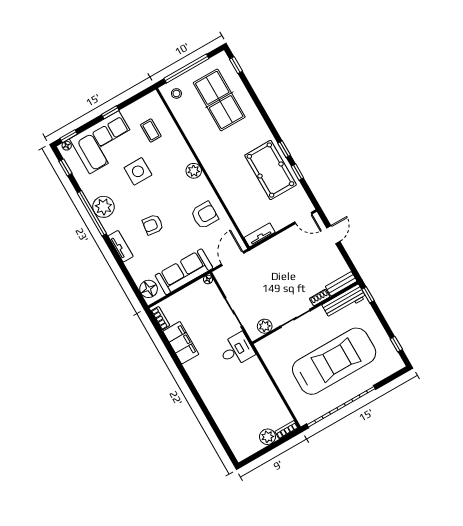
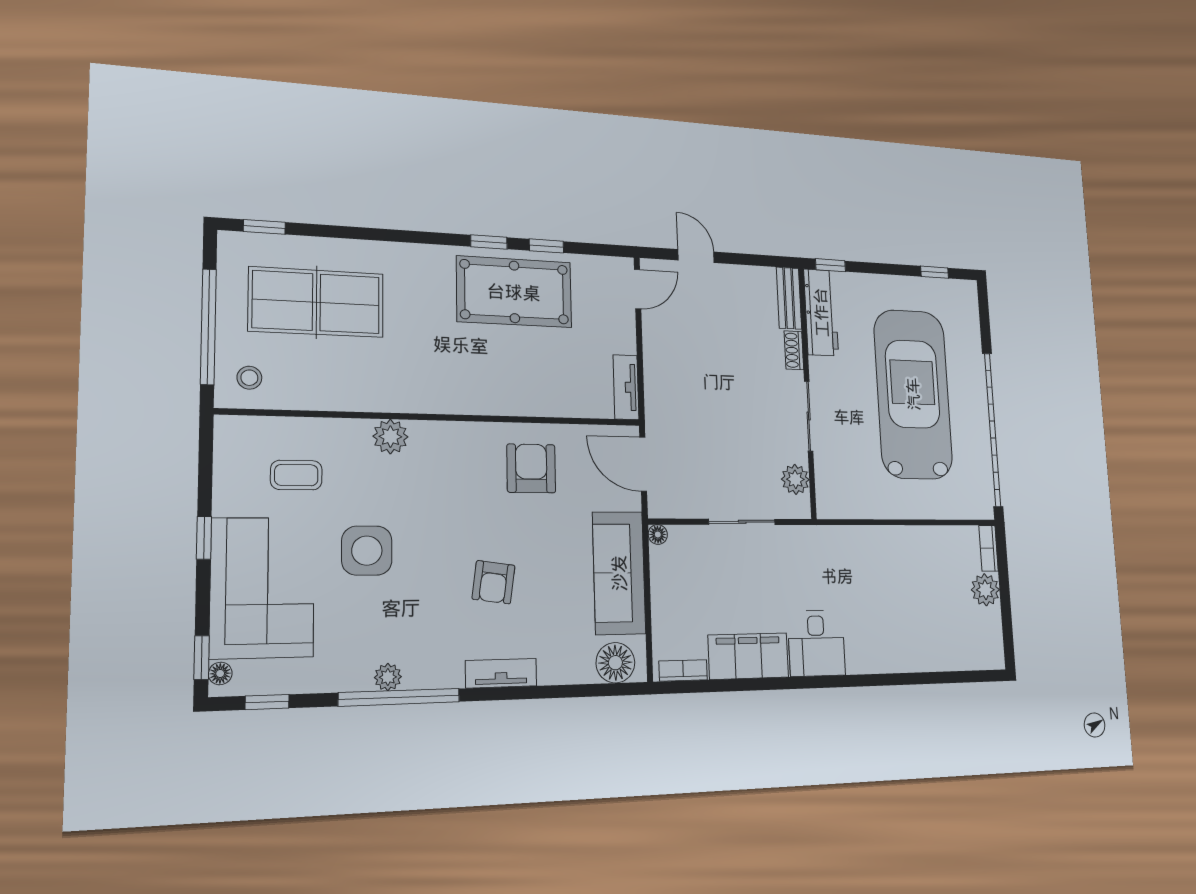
plant: (194, 171) -> (390, 437), moved
plant: (104, 207) -> (388, 677), width x0.53, depth x0.53
desk: (236, 350) -> (816, 643), moved, turned 180

